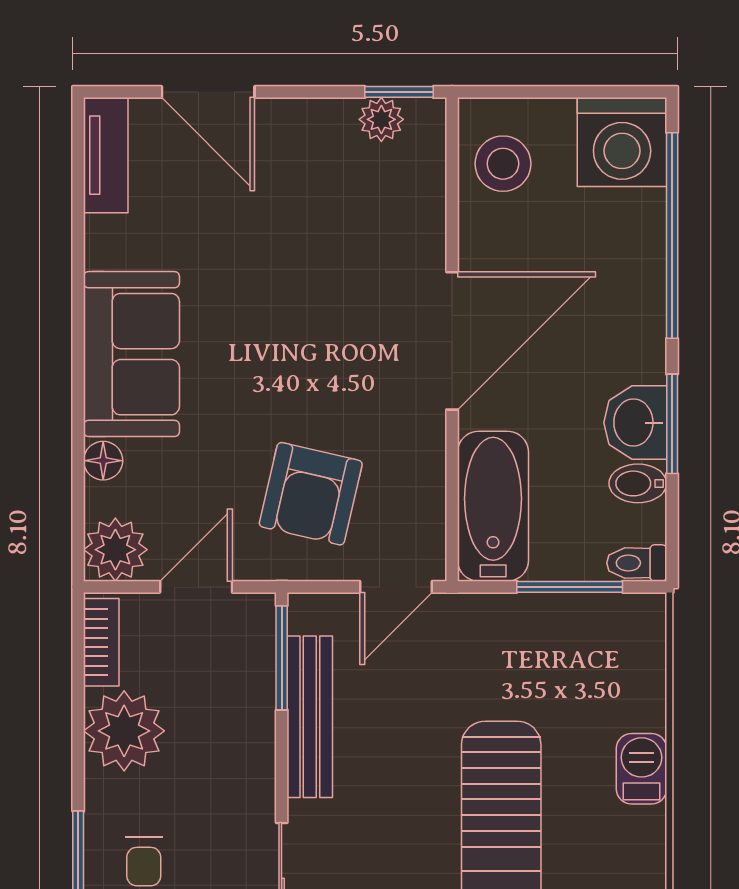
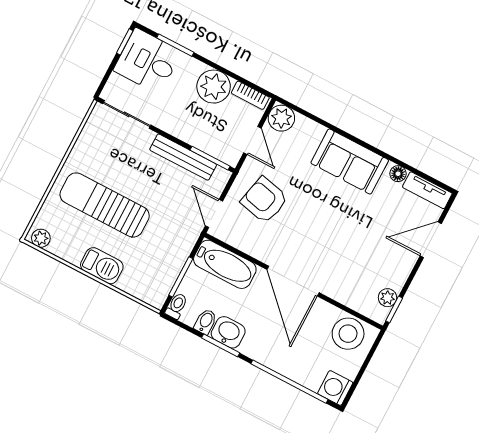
washing machine: (622, 142) -> (335, 388), width x0.73, depth x0.73
stool: (503, 164) -> (348, 334), width x1.38, depth x1.38
floor lamp: (103, 461) -> (398, 174), moved
barbecue: (641, 769) -> (102, 266), width x1.38, depth x1.27

